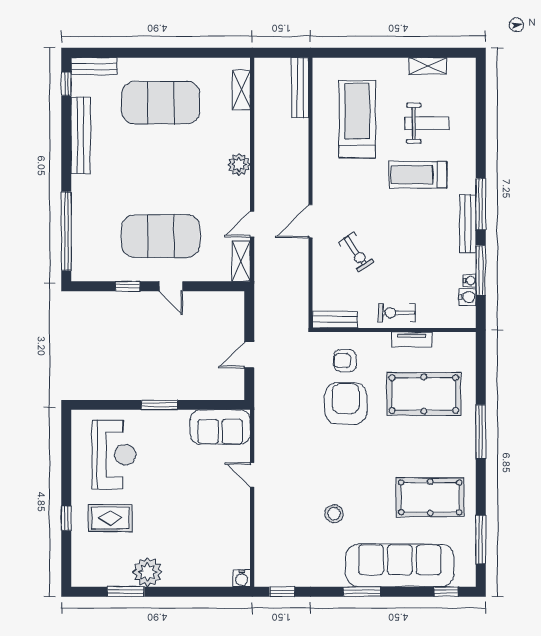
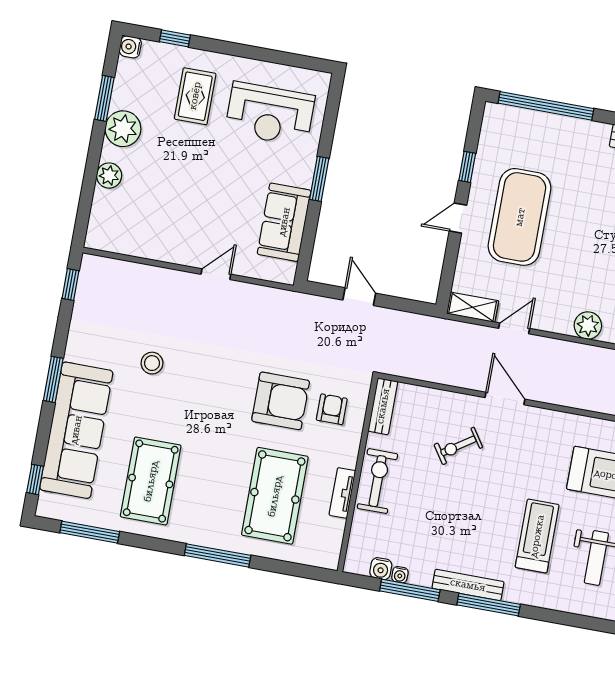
door: (252, 224) -> (514, 328), hinge flipped
exercise bike: (397, 313) -> (377, 481), width x1.38, depth x1.39
sofa: (220, 427) -> (284, 222), moved
window: (66, 518) -> (175, 38), moved
plant: (188, 576) -> (109, 176), added
water cooler: (242, 578) -> (130, 47), moved

